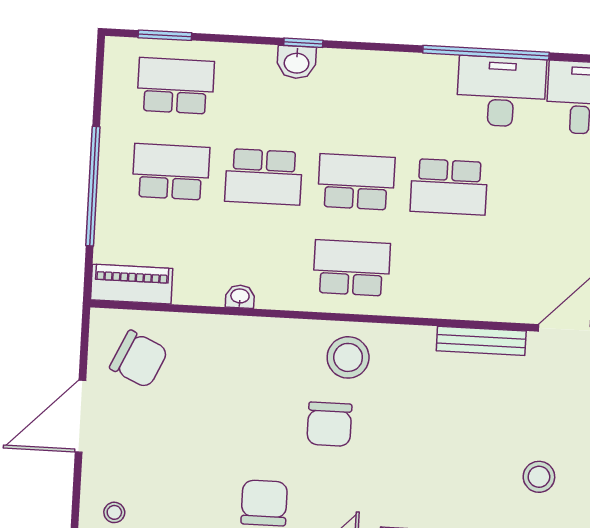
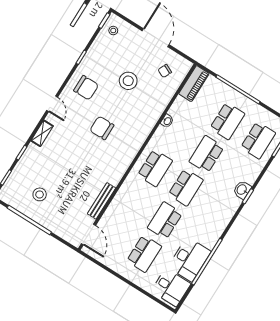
school desk: (542, 192) -> (144, 254), added
stool: (348, 357) -> (128, 81), moved
chair: (139, 359) -> (165, 71), width x0.54, depth x0.54

